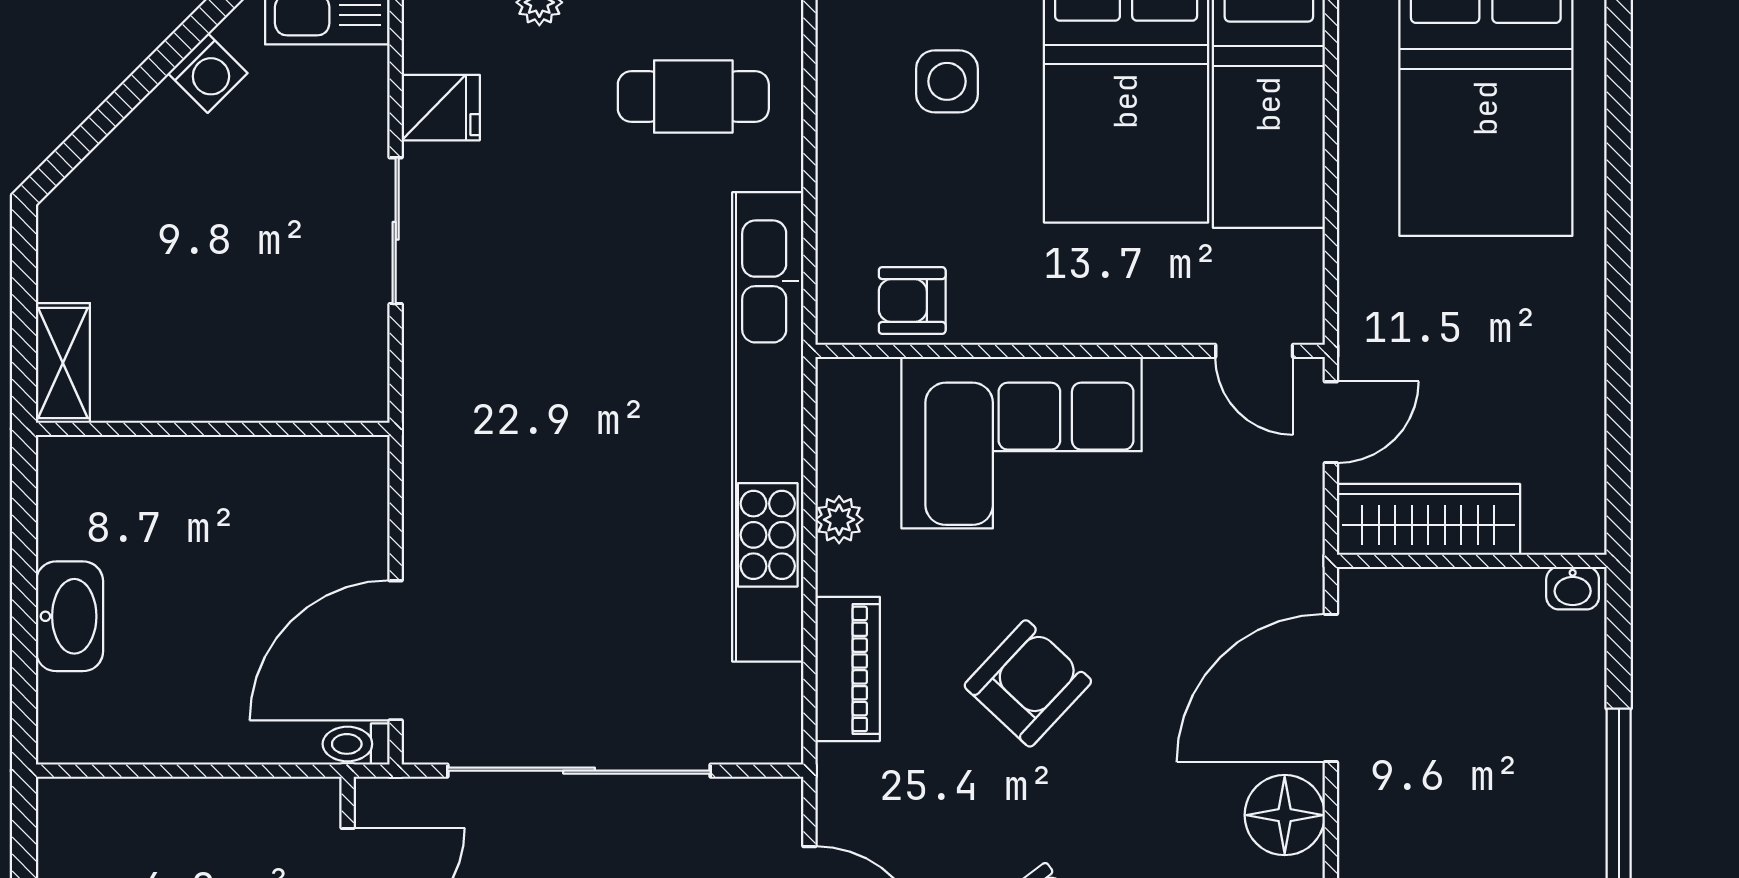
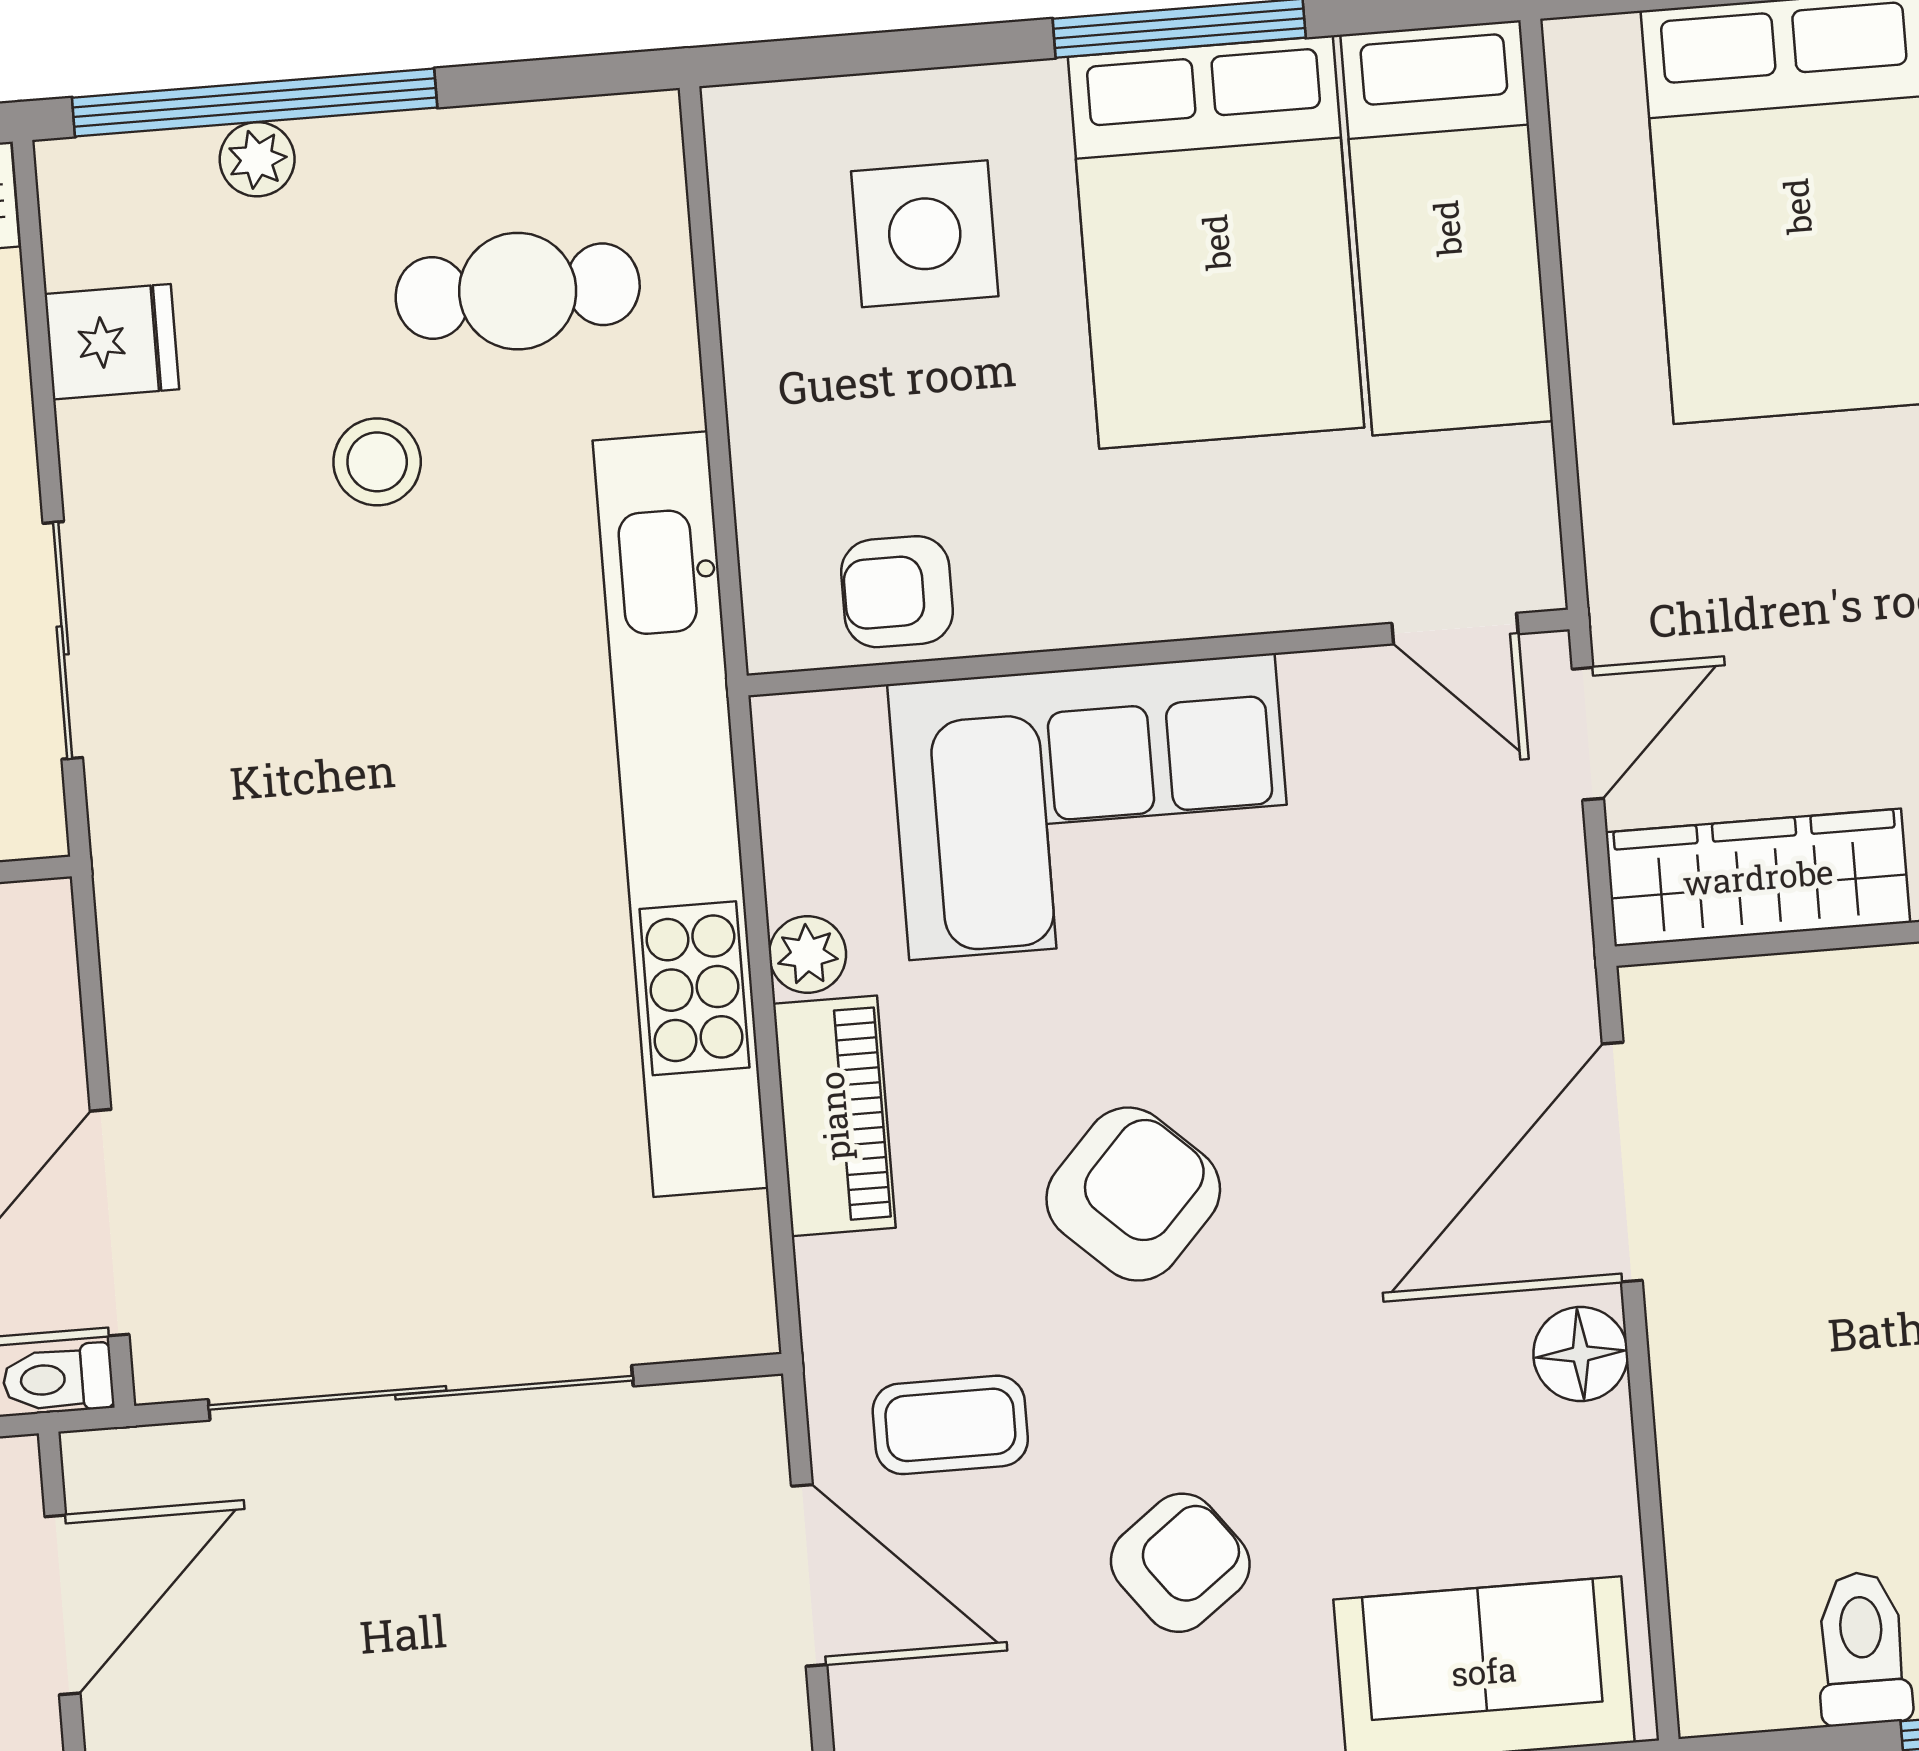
side table: (947, 81) -> (925, 234), width x1.37, depth x1.37
stool: (598, 195) -> (377, 462), added
sliding door: (396, 231) -> (63, 640), moved
piano: (848, 669) -> (834, 1116), moved
floor lamp: (1285, 815) -> (1581, 1354), width x0.73, depth x0.73
coffee table: (904, 817) -> (950, 1425), added

